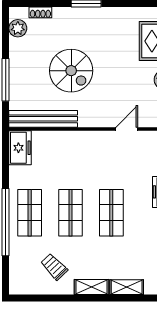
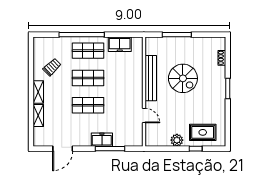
plant: (18, 28) -> (211, 43), removed
spiral stairs: (71, 71) -> (183, 78), turned -90
bench: (43, 119) -> (151, 78), moved
freezer: (20, 148) -> (120, 44), moved

